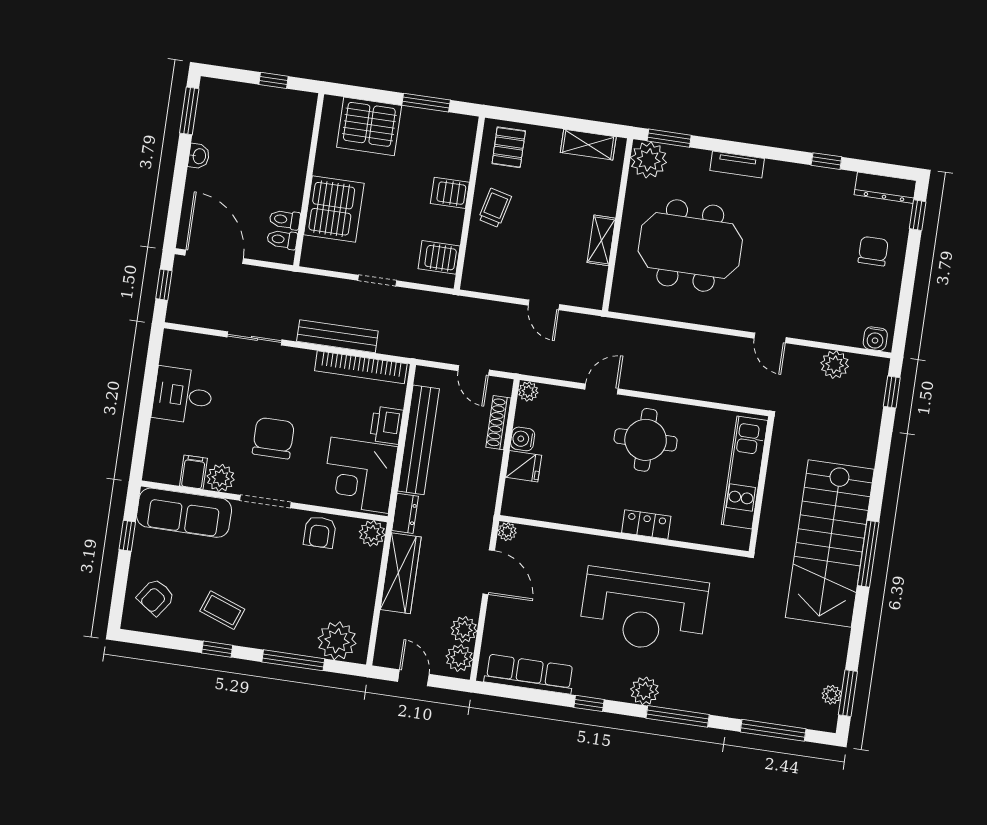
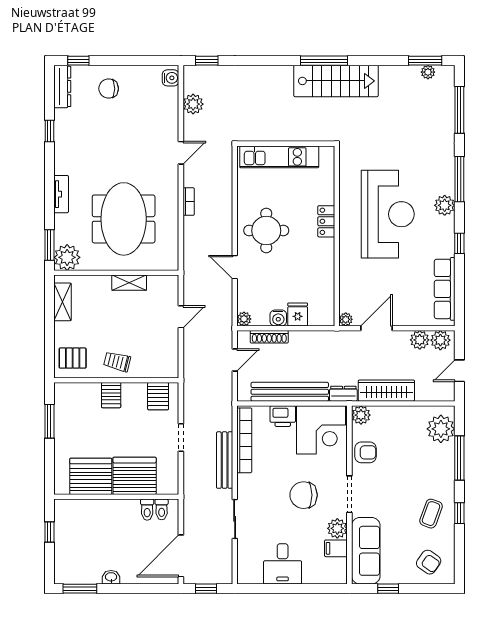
server rack: (369, 126) -> (91, 476), moved, turned -90
bookcase: (701, 339) -> (189, 202), added
stairs: (830, 543) -> (336, 81), width x0.73, depth x0.66

